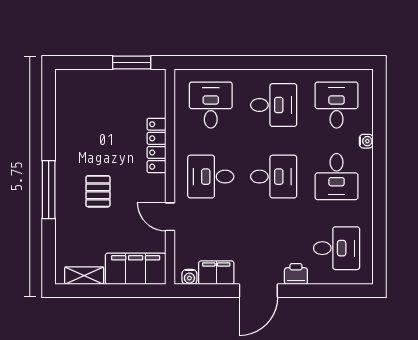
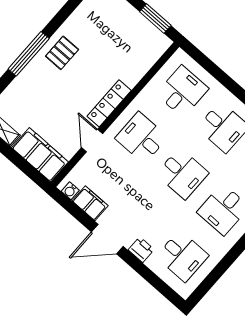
locker: (156, 145) -> (109, 103), moved
pallet: (98, 191) -> (62, 53), moved

